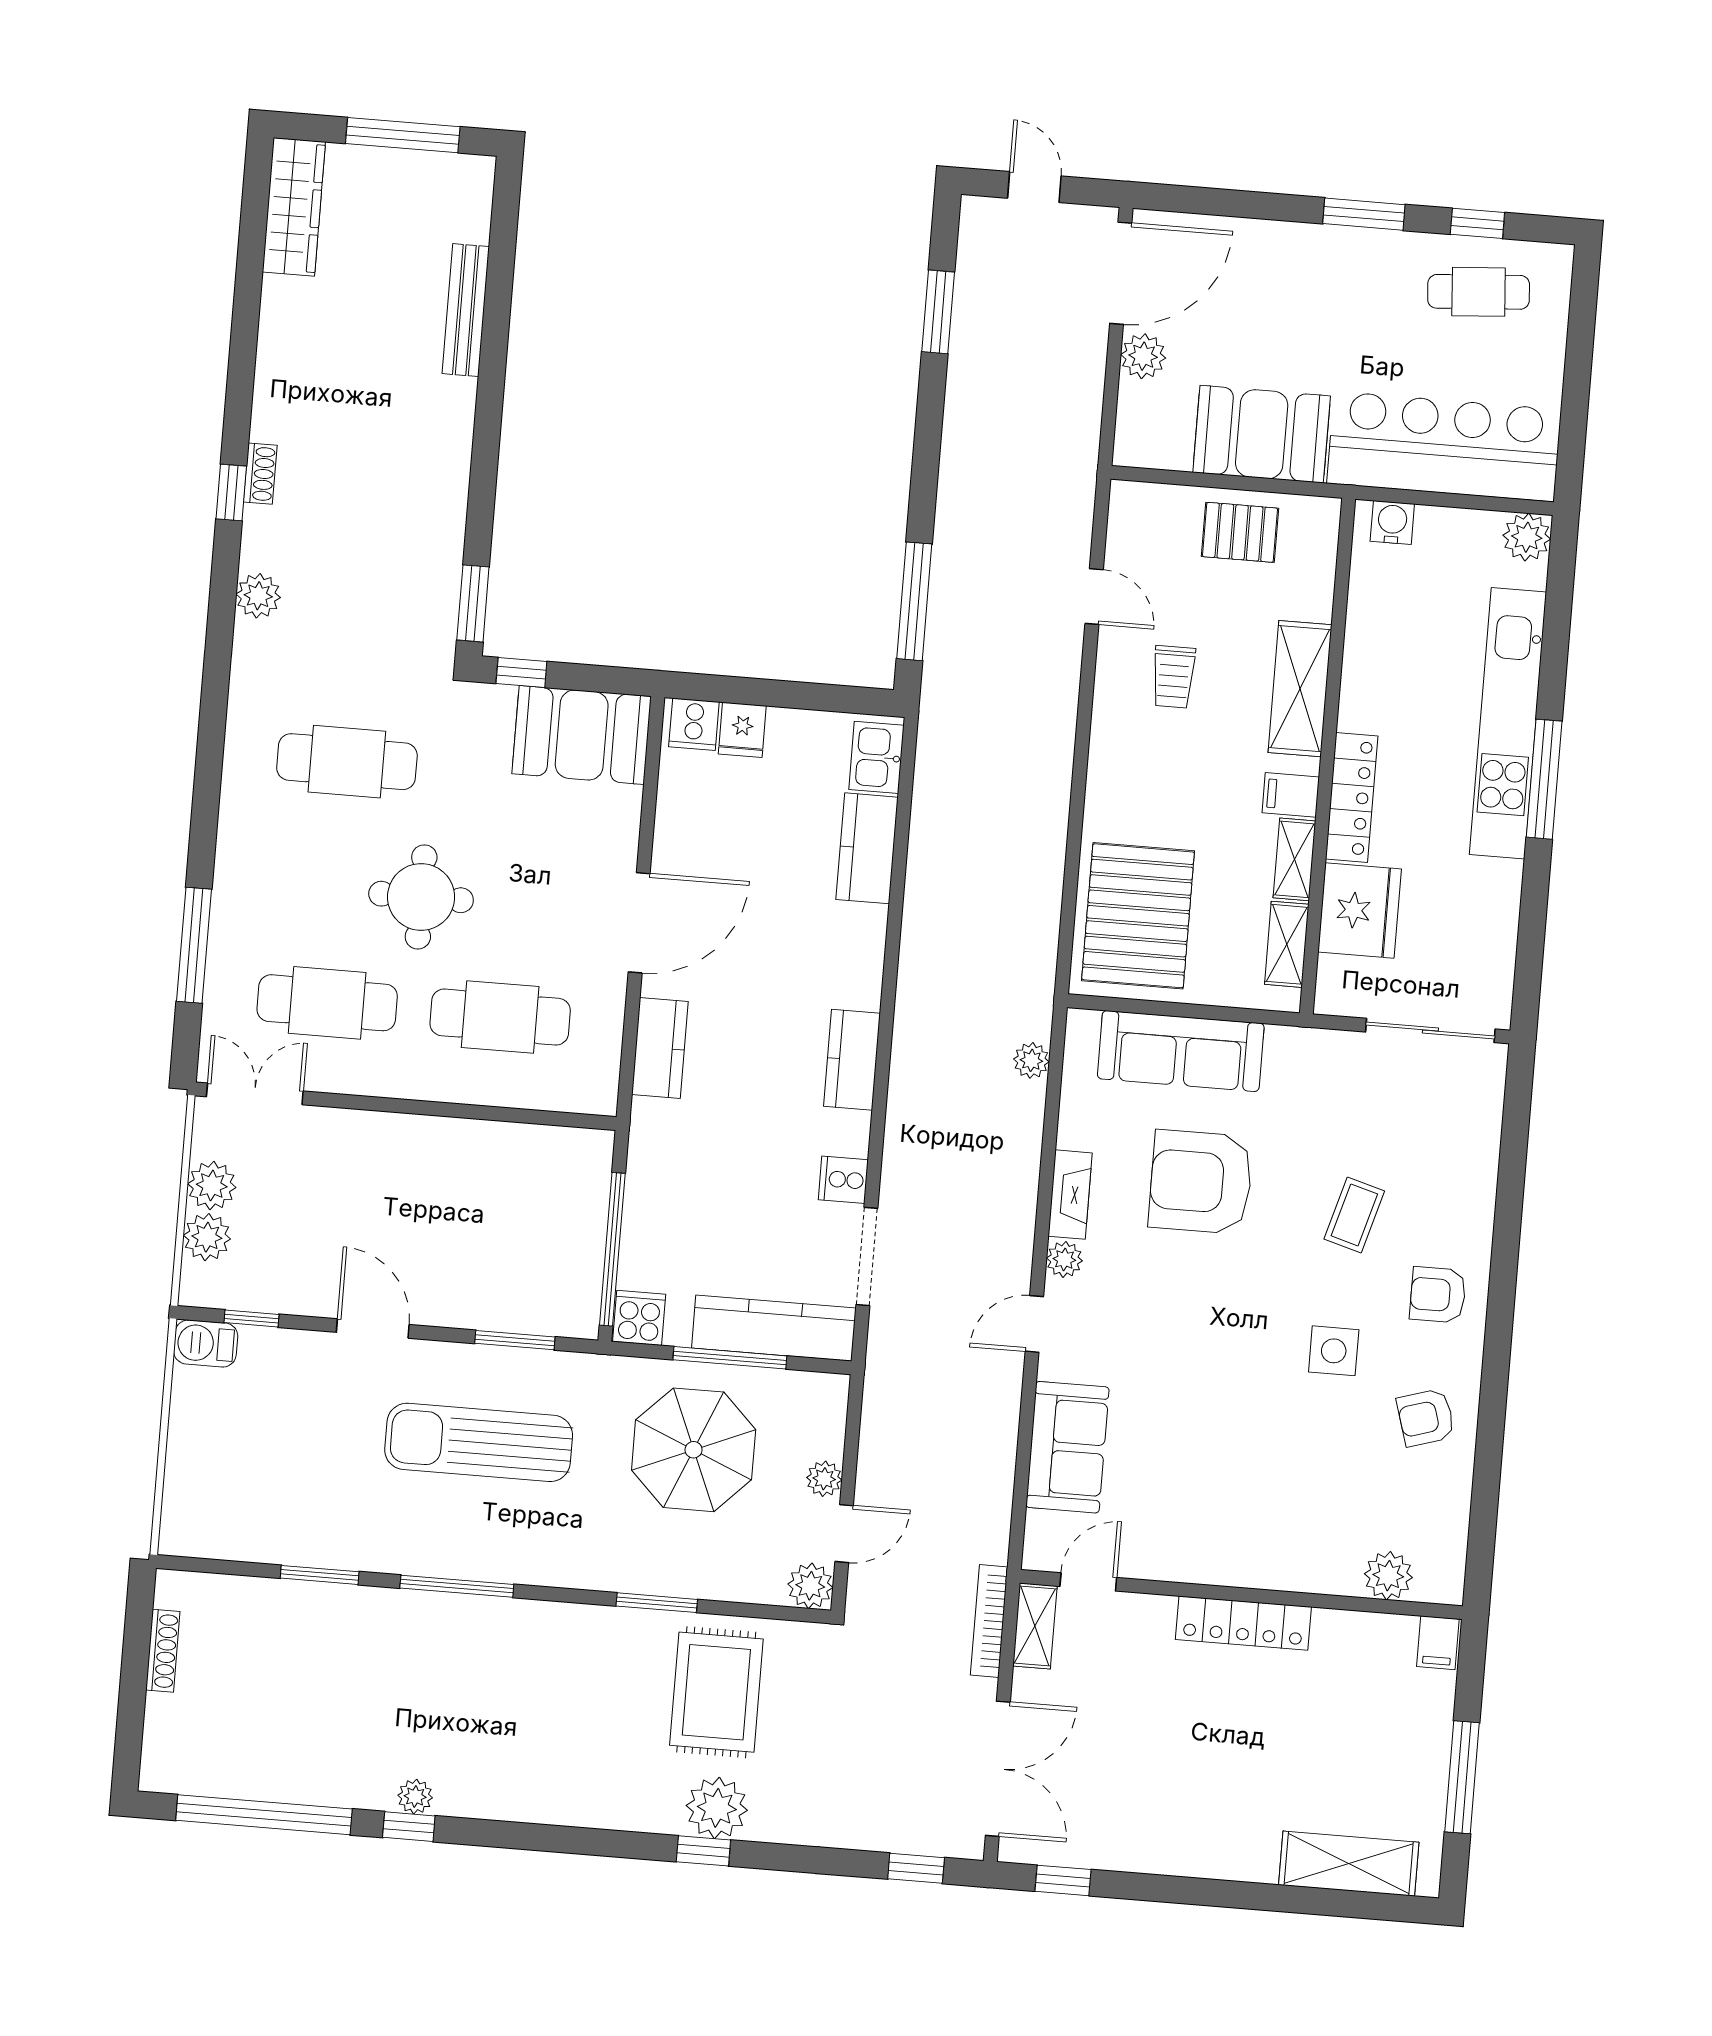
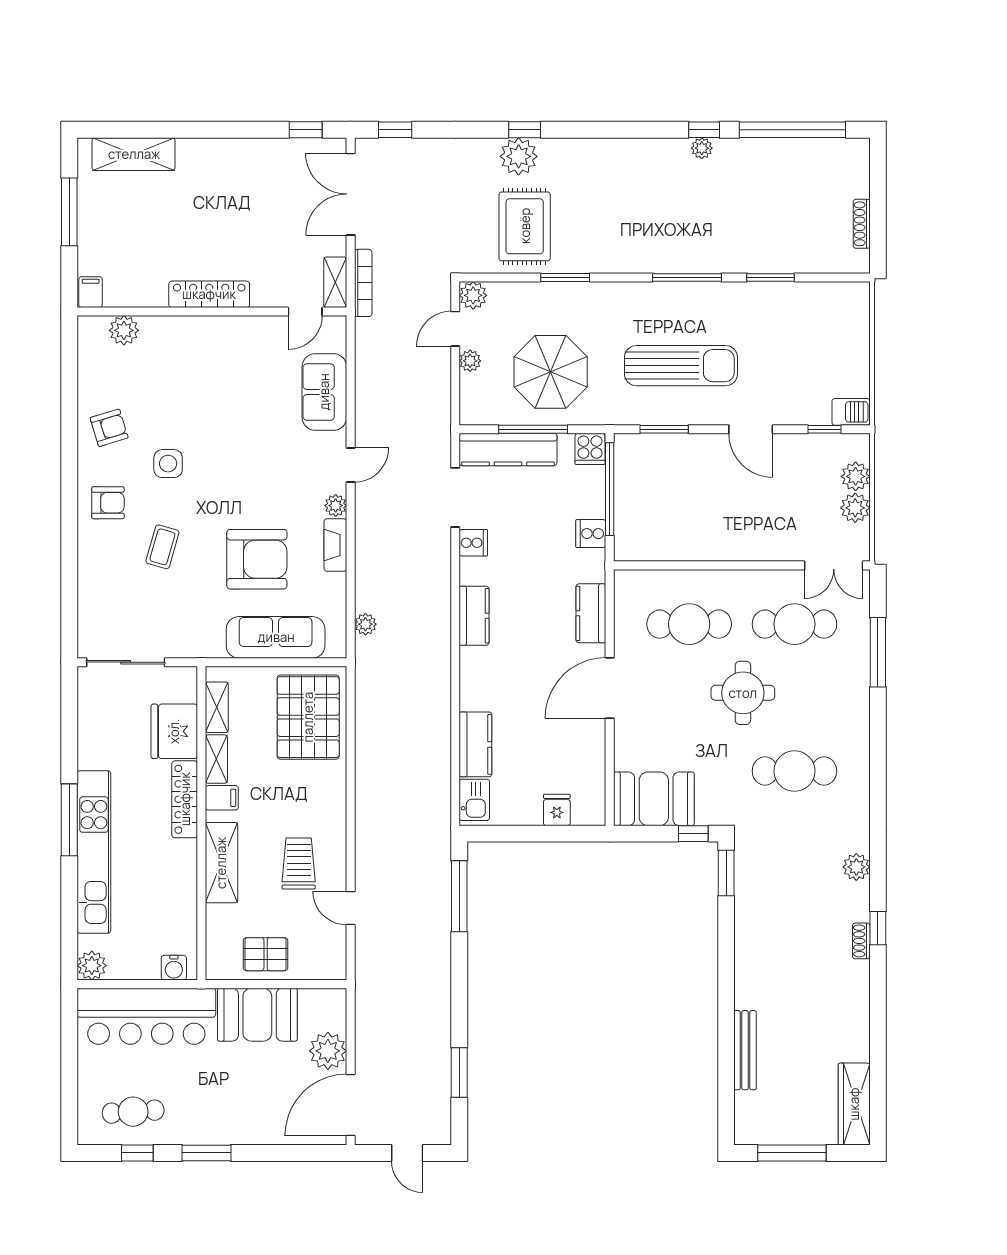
plant: (1143, 356) -> (328, 1051), width x1.36, depth x1.36
trolley: (1173, 677) -> (299, 863), width x1.36, depth x1.39
cooker: (694, 724) -> (591, 534), moved, turned -90

